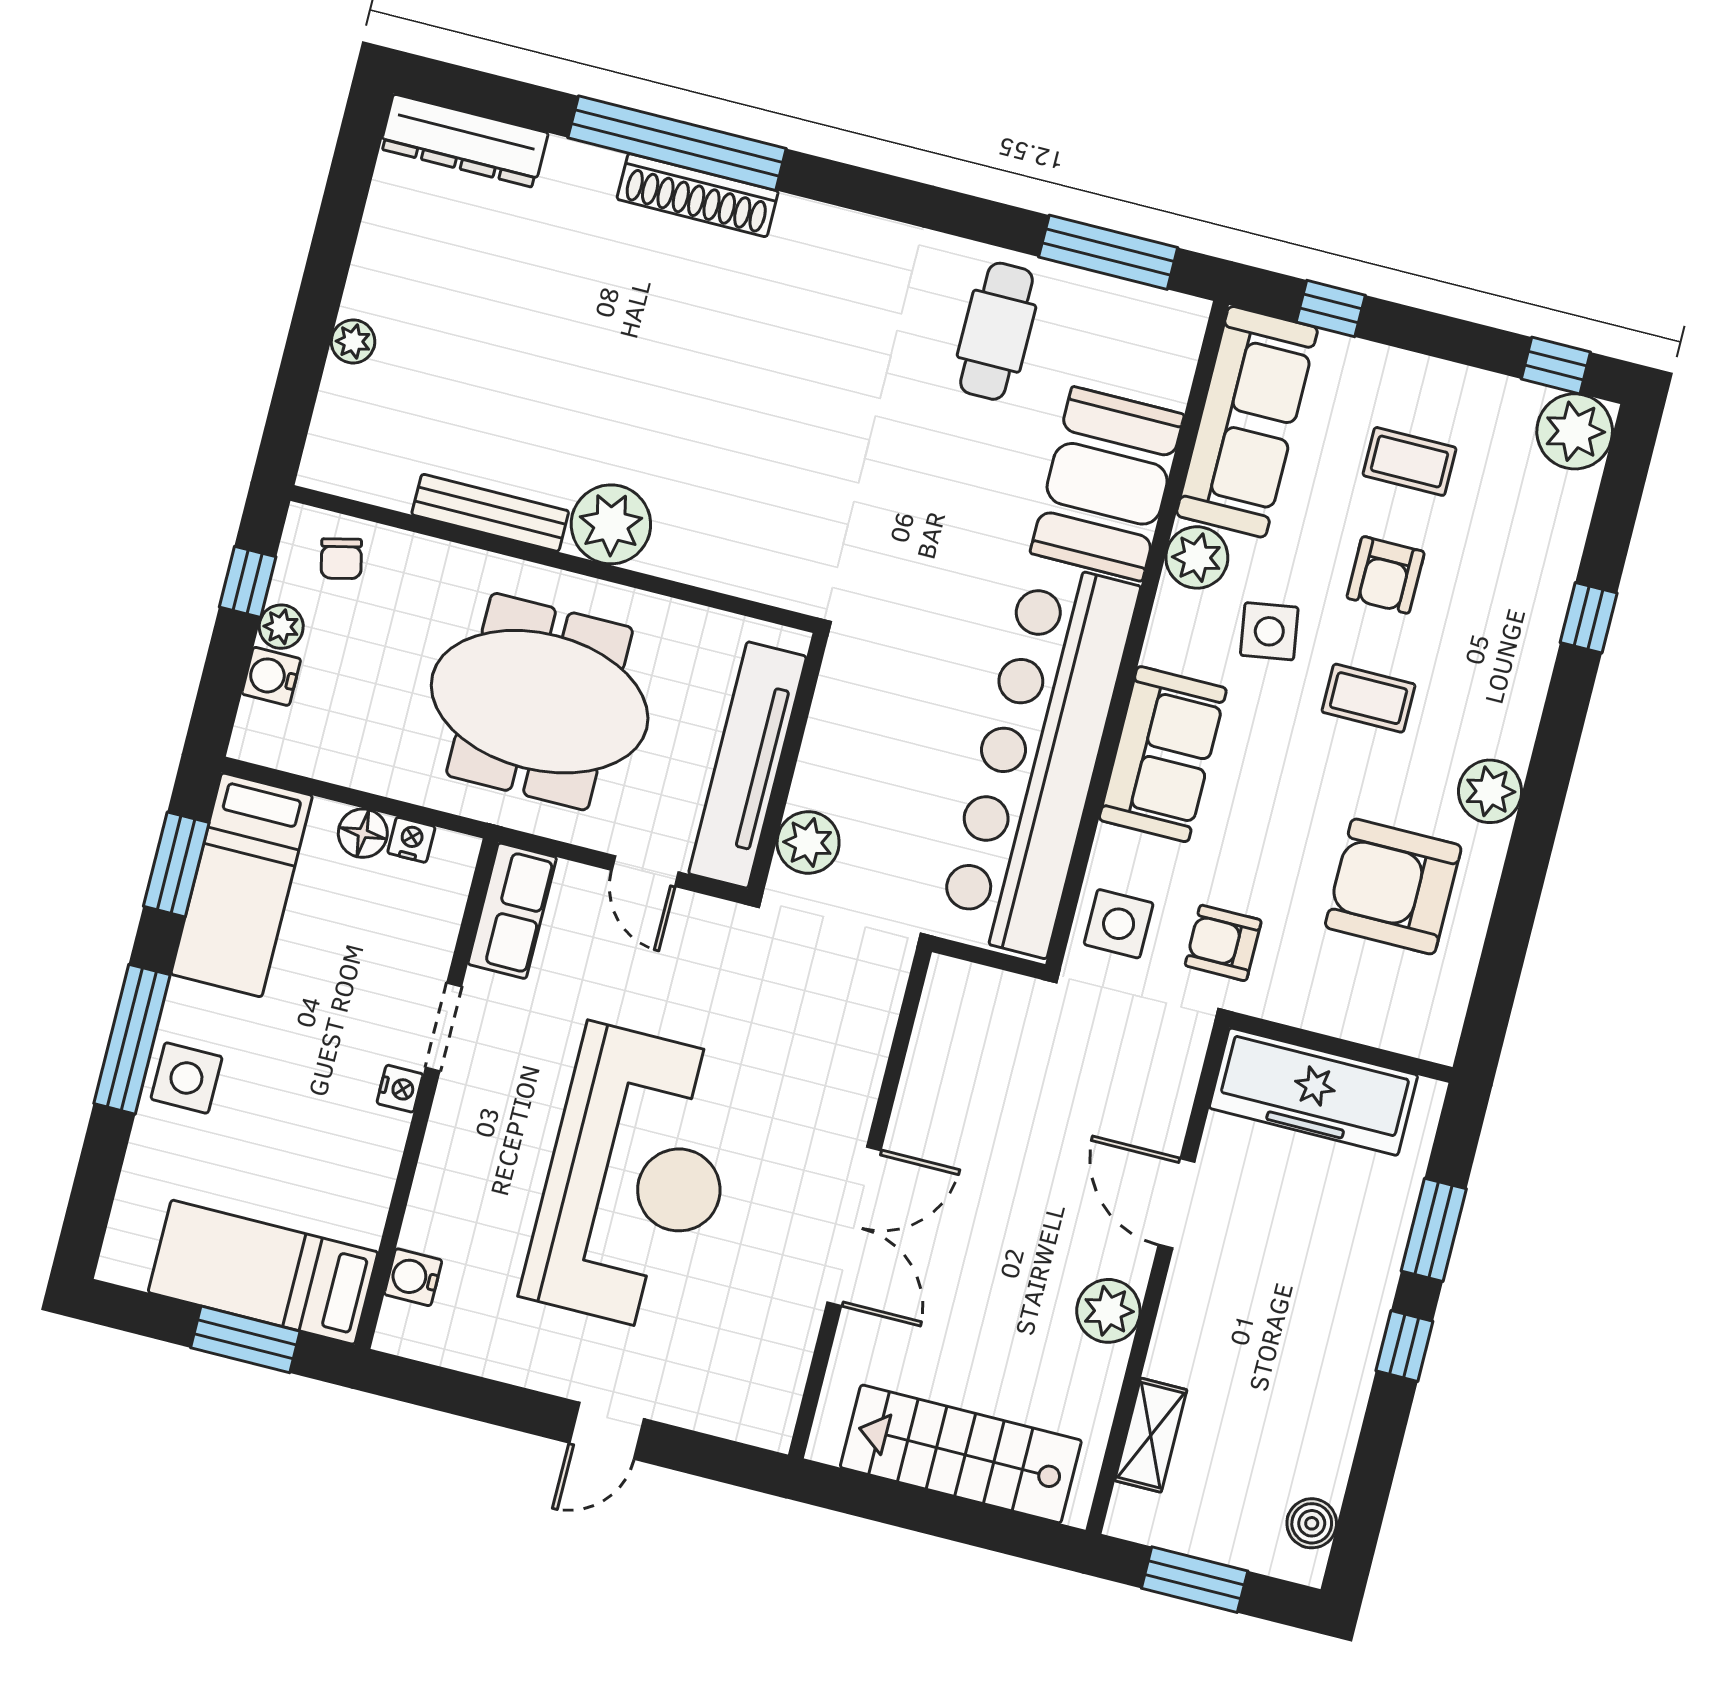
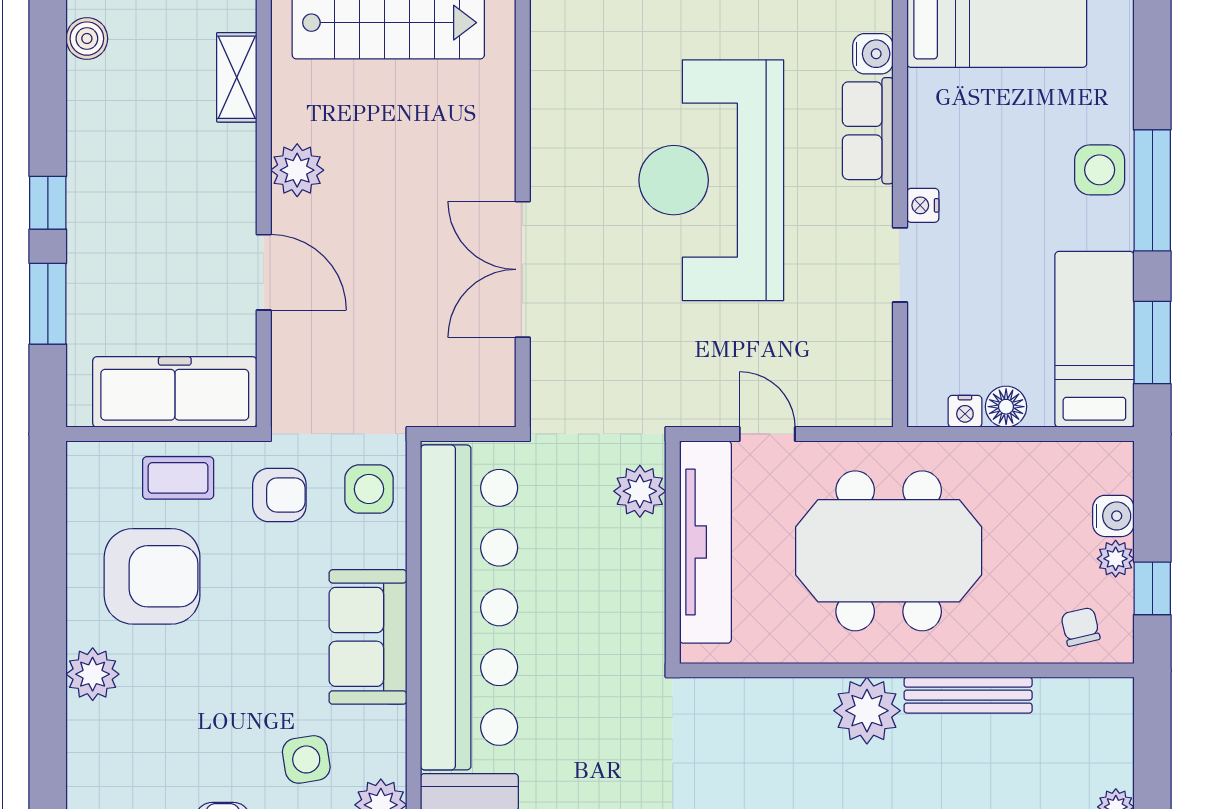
coffee table: (1369, 698) -> (178, 478), moved
row of seats: (512, 911) -> (868, 131), moved
double door: (854, 1226) -> (523, 269), moved

